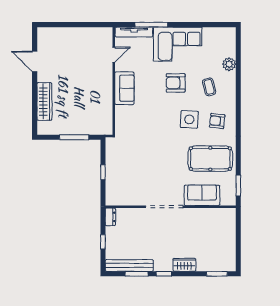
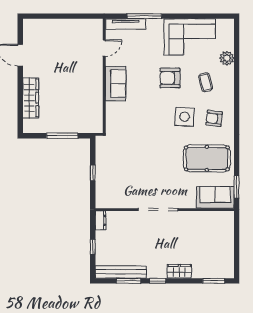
corner sofa: (178, 44) -> (190, 37), moved
sofa: (202, 195) -> (215, 197), moved

